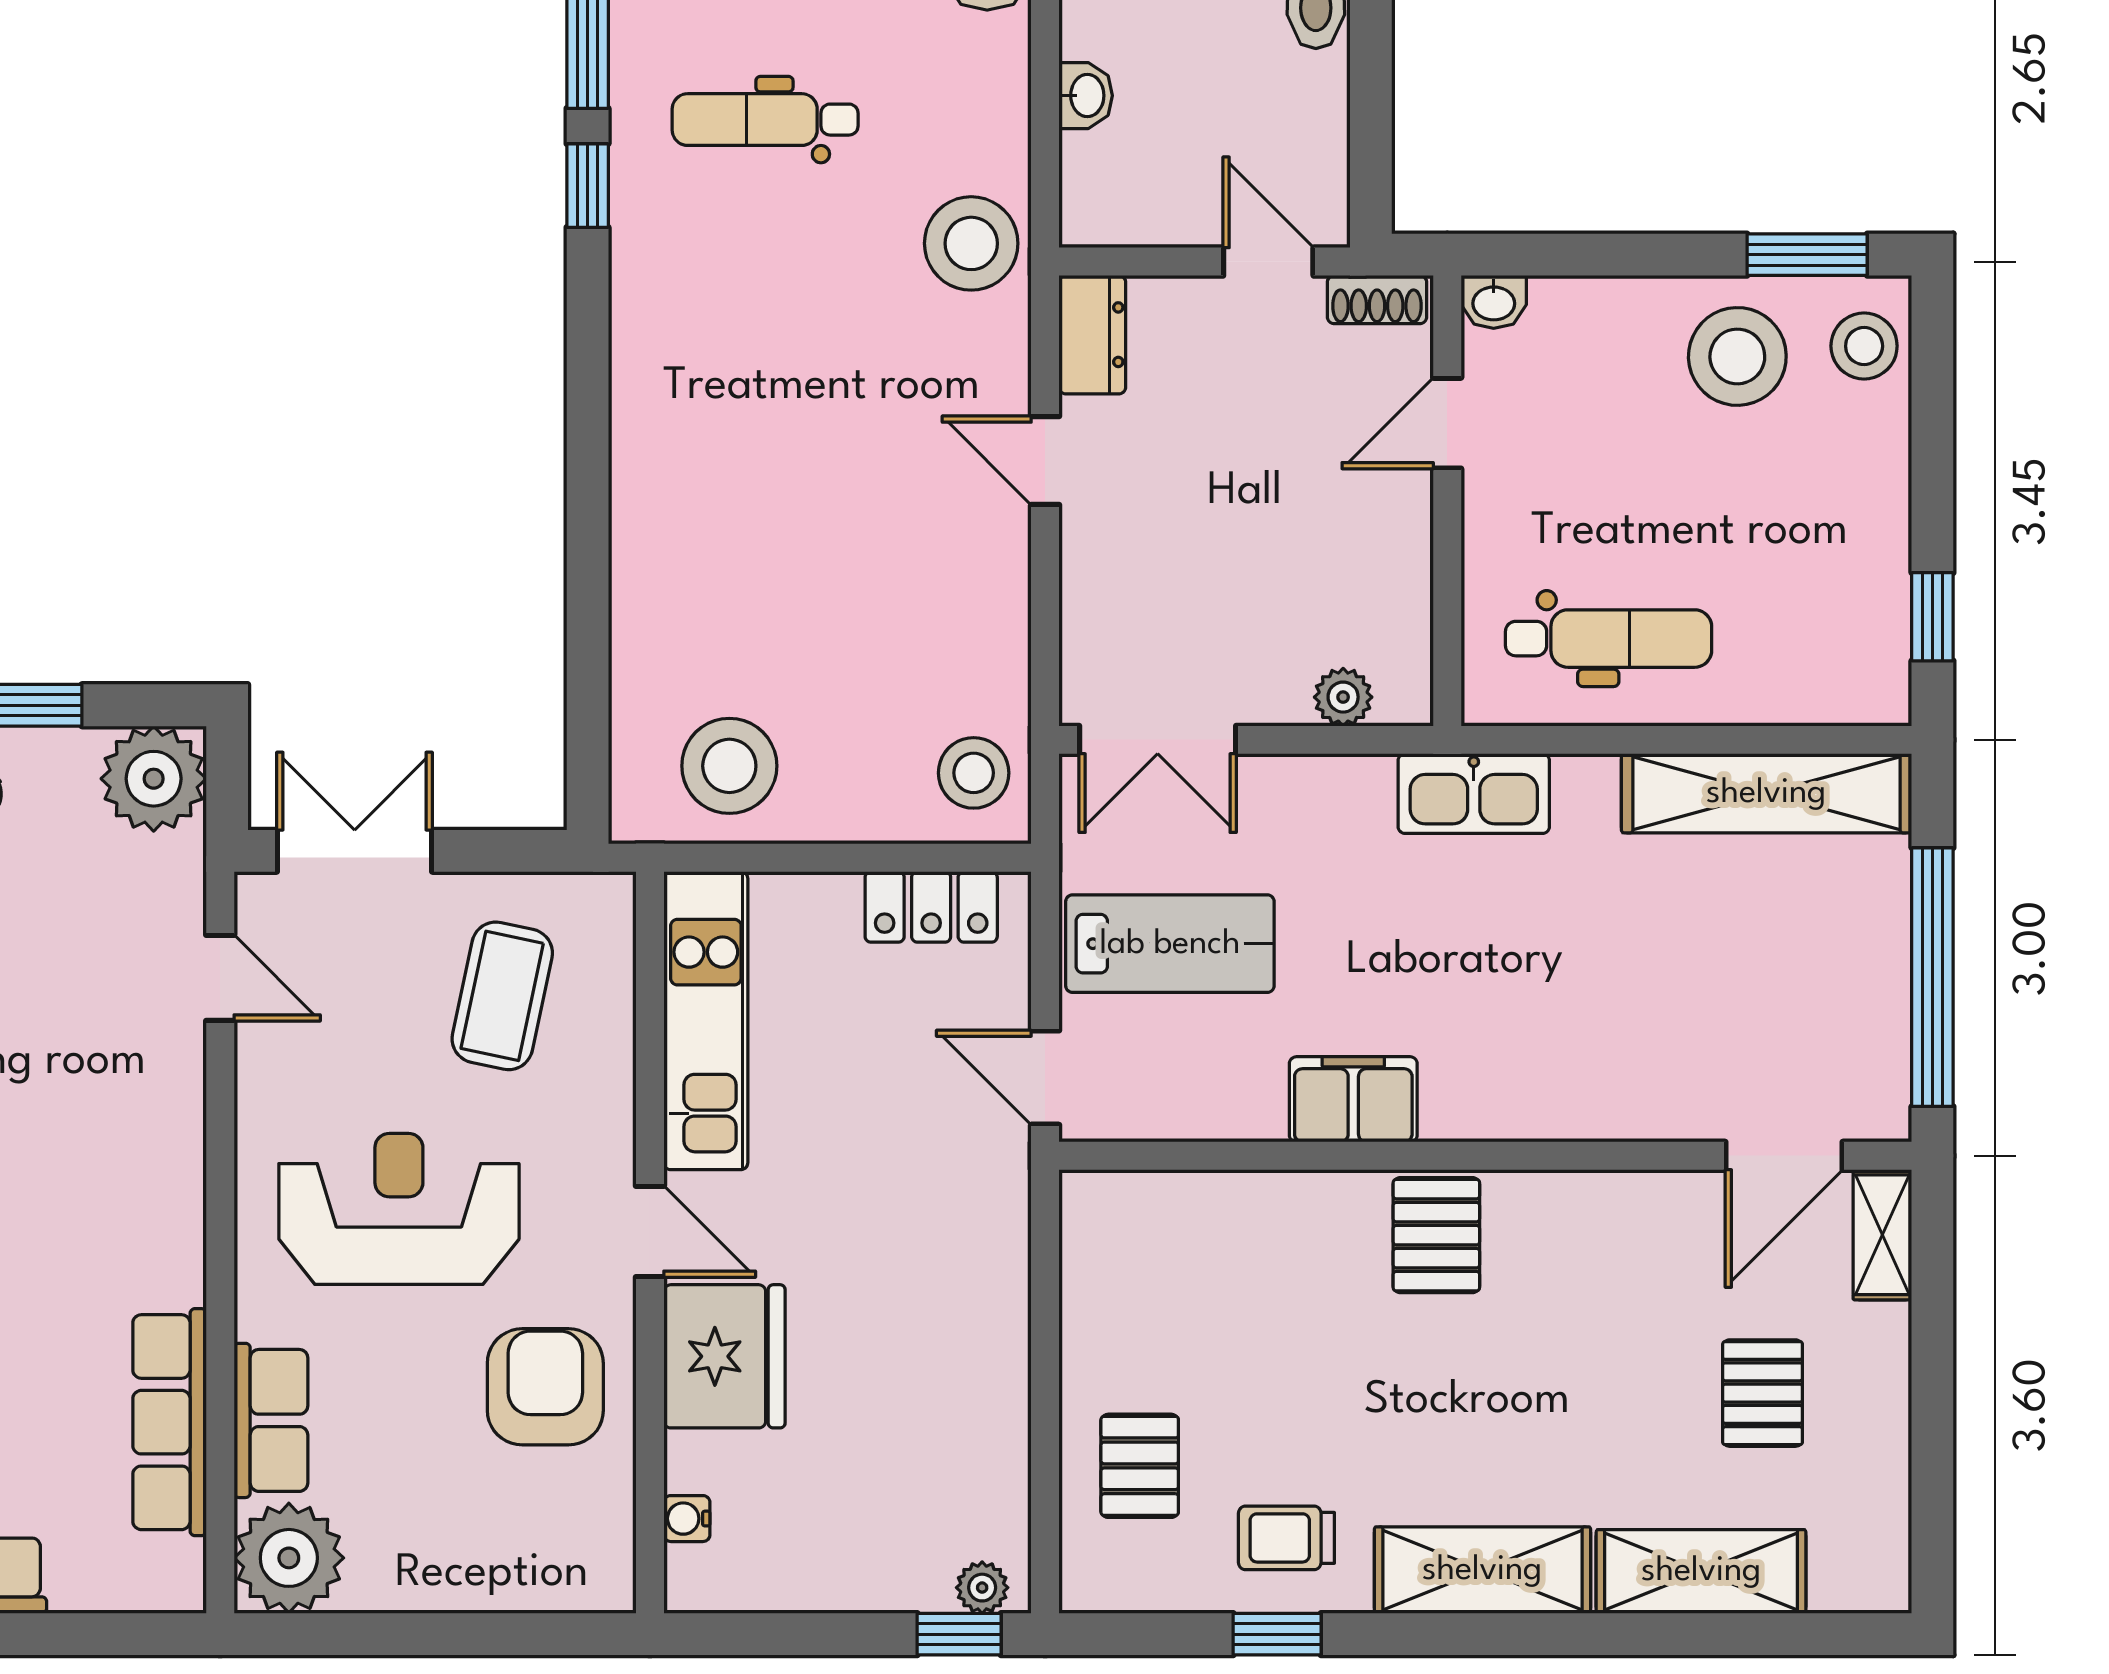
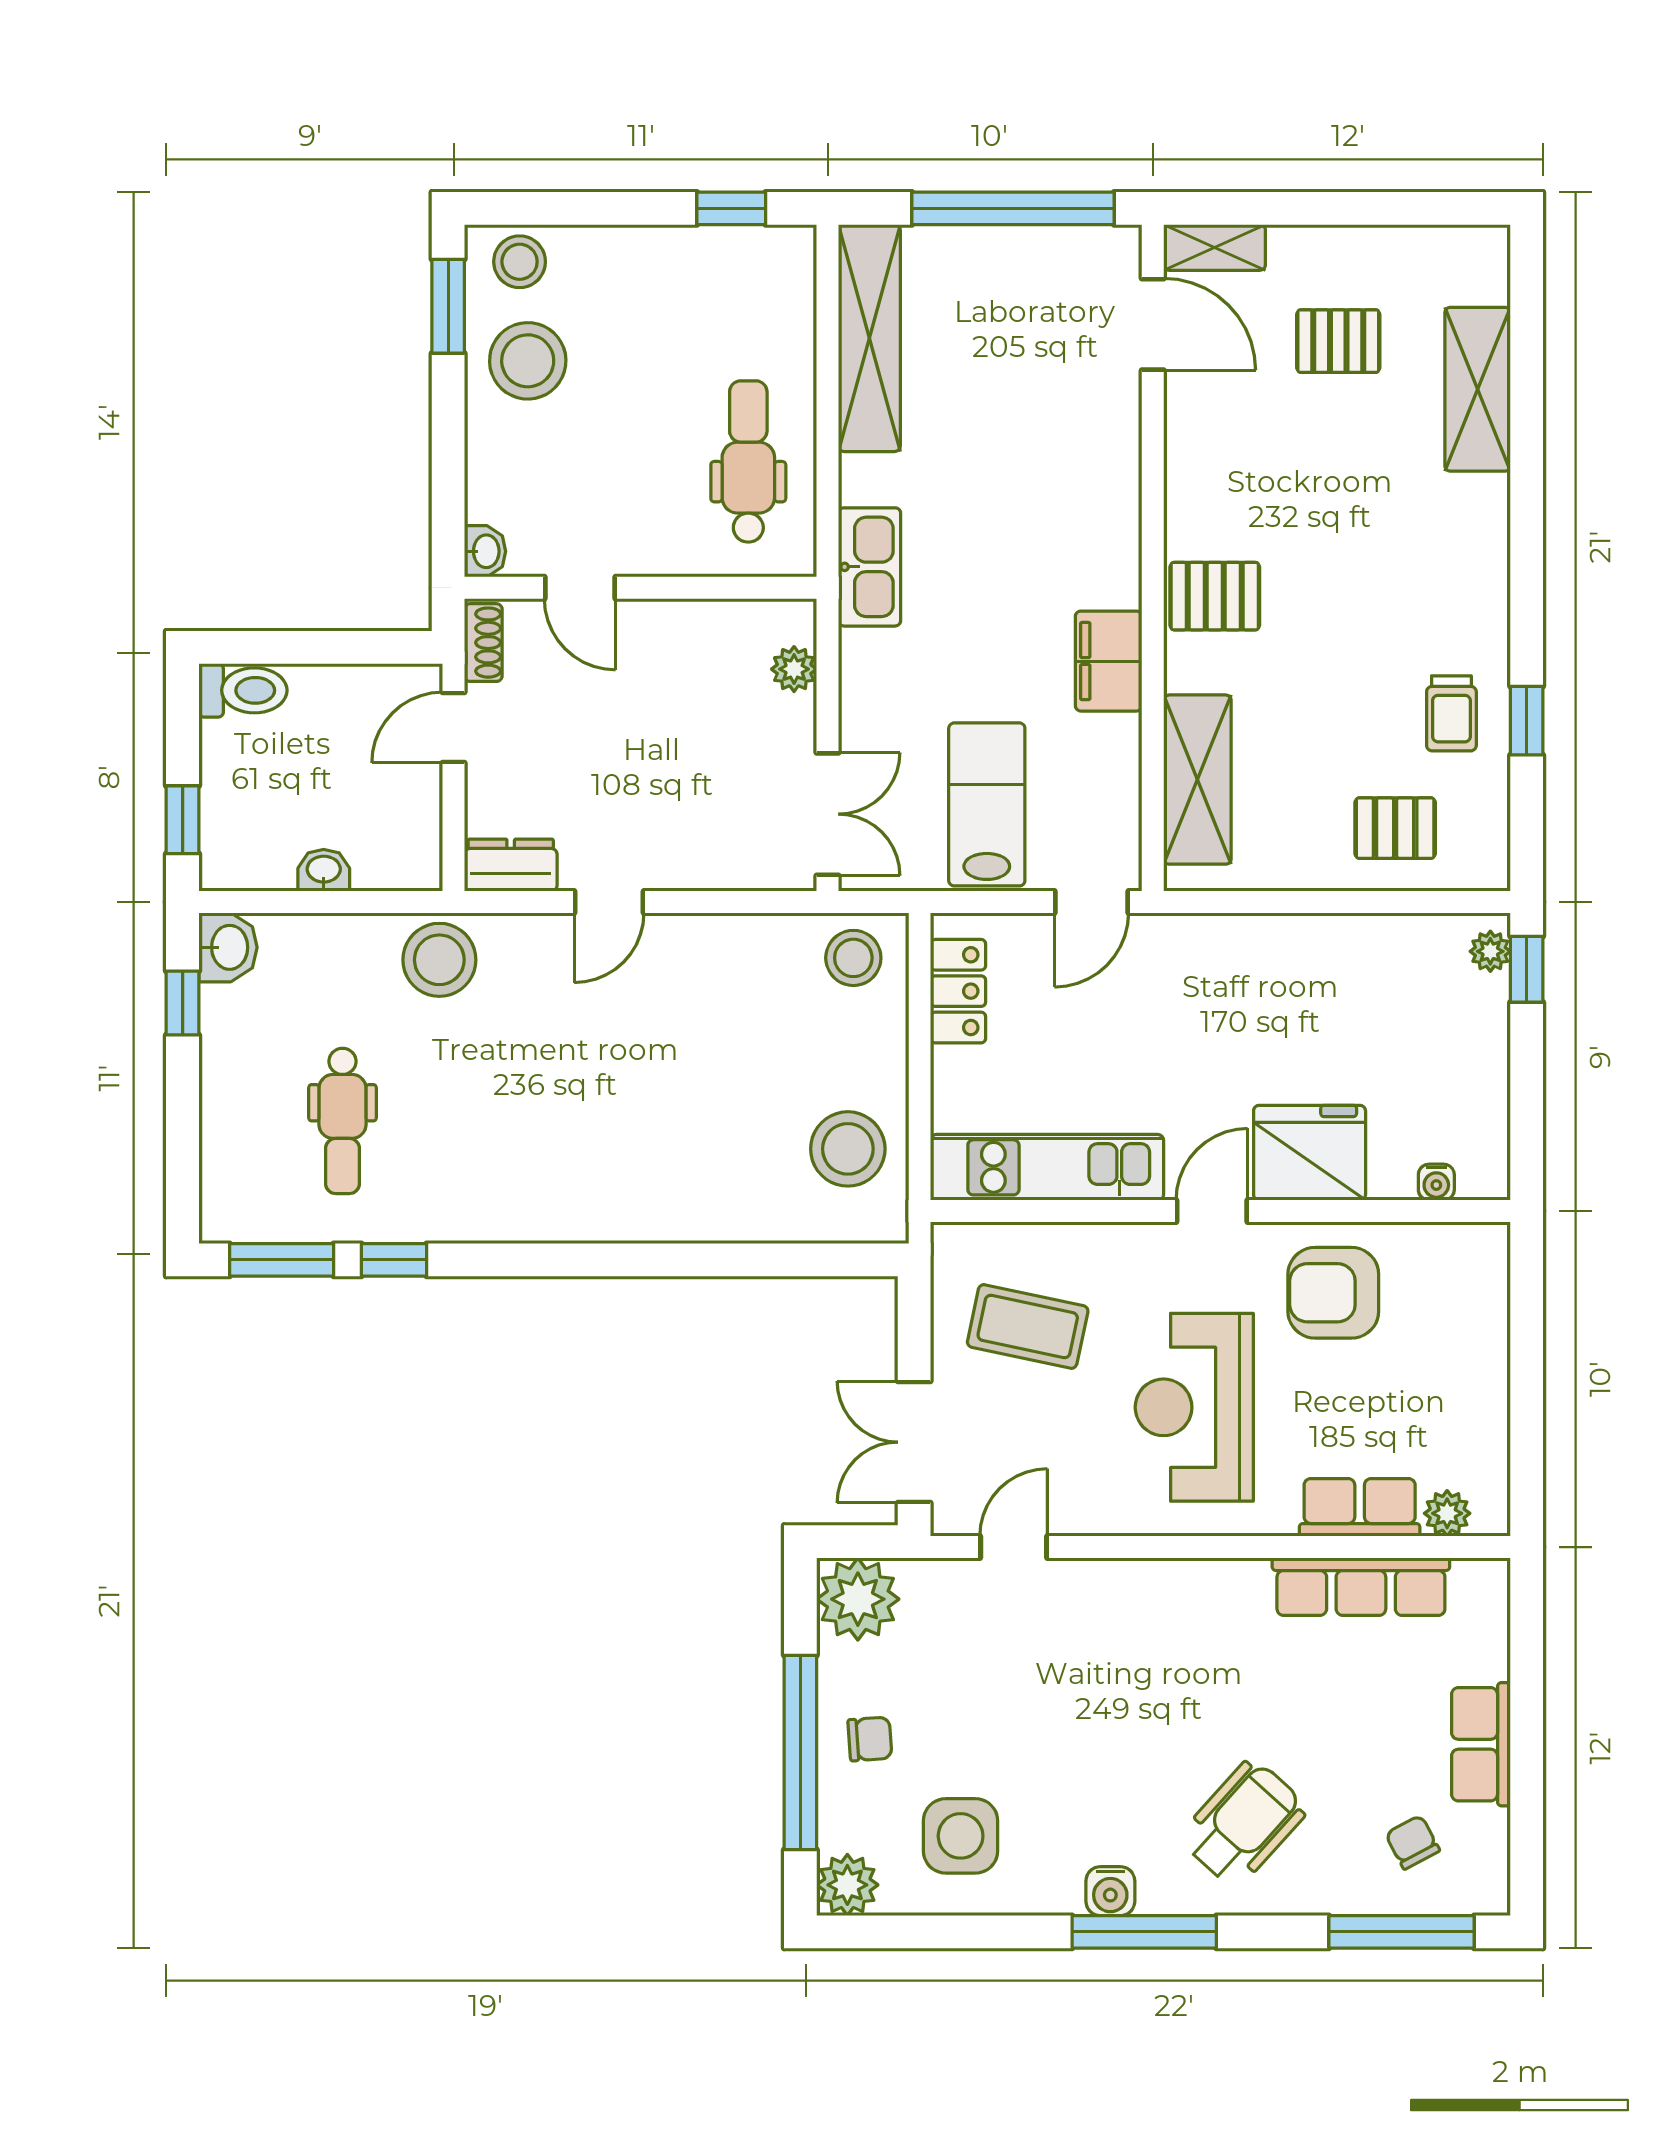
plant: (289, 1558) -> (1447, 1513), width x0.53, depth x0.53
shelving: (1482, 1570) -> (1197, 780), moved

